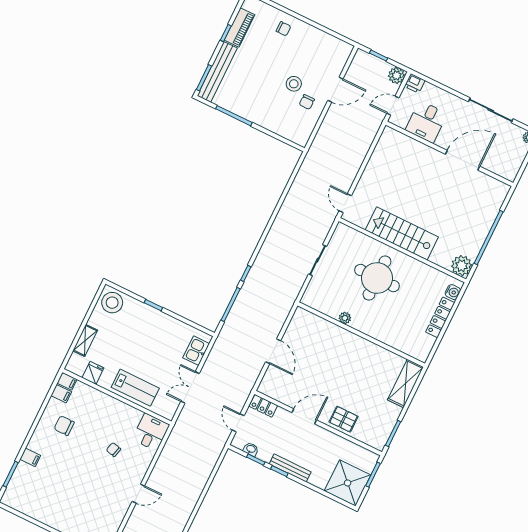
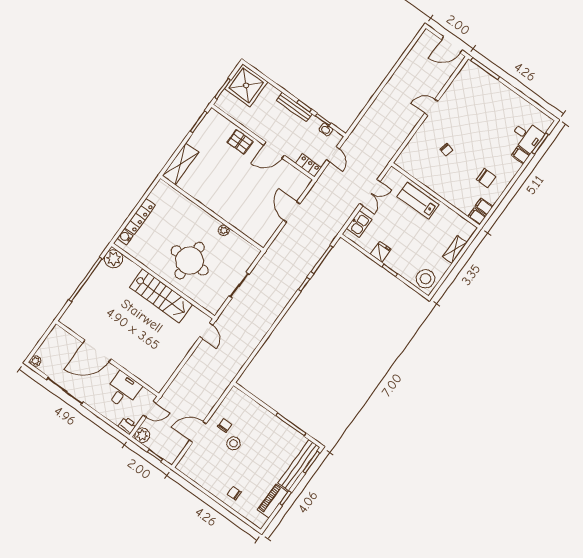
fridge: (93, 373) -> (381, 252), moved, turned 180
desk: (151, 432) -> (527, 136), moved, turned -90

